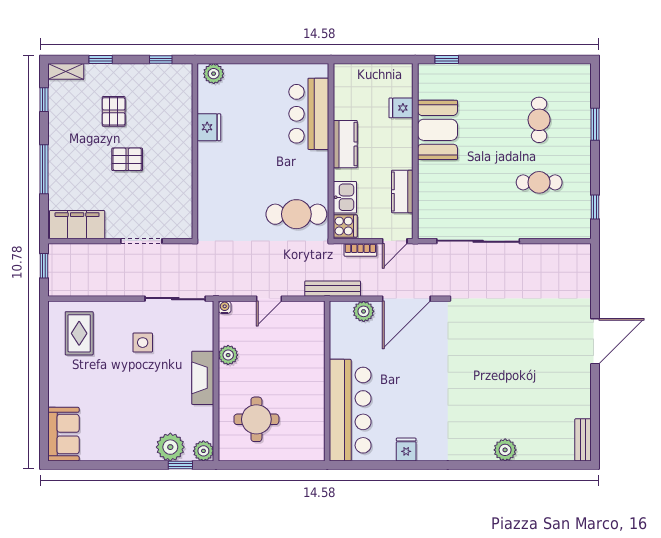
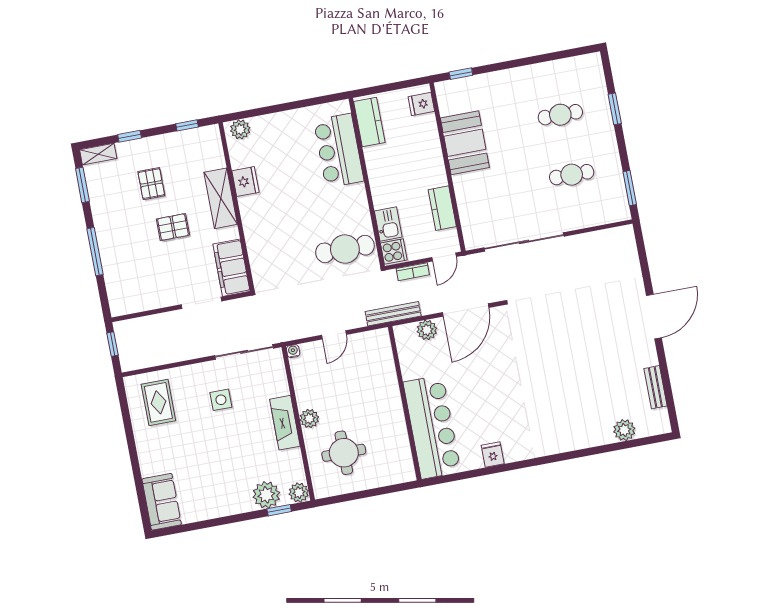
window: (44, 100) -> (82, 185), width x1.50
fridge: (401, 108) -> (421, 104), moved
cafe table: (539, 120) -> (560, 115), turned 90
shelving: (181, 139) -> (221, 198), added
kitchen counter: (345, 144) -> (369, 122), moved
window: (595, 207) -> (630, 188), width x1.50
filing cabinet: (77, 225) -> (231, 268), moved, turned -90
plant: (228, 355) -> (309, 419), moved
bench: (583, 440) -> (655, 387), moved
plant: (505, 450) -> (624, 430), moved

